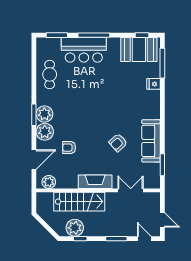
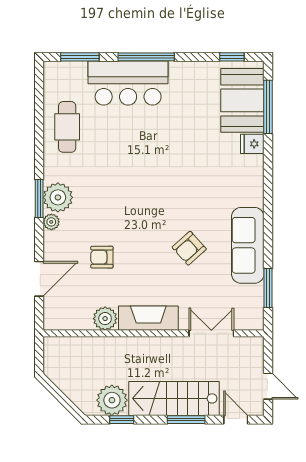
booth: (139, 50) -> (242, 100), moved, turned 90
plant: (45, 132) -> (51, 222), width x0.53, depth x0.53
plant: (49, 182) -> (105, 319), moved
stairs: (79, 202) -> (174, 398), moved, turned 180

